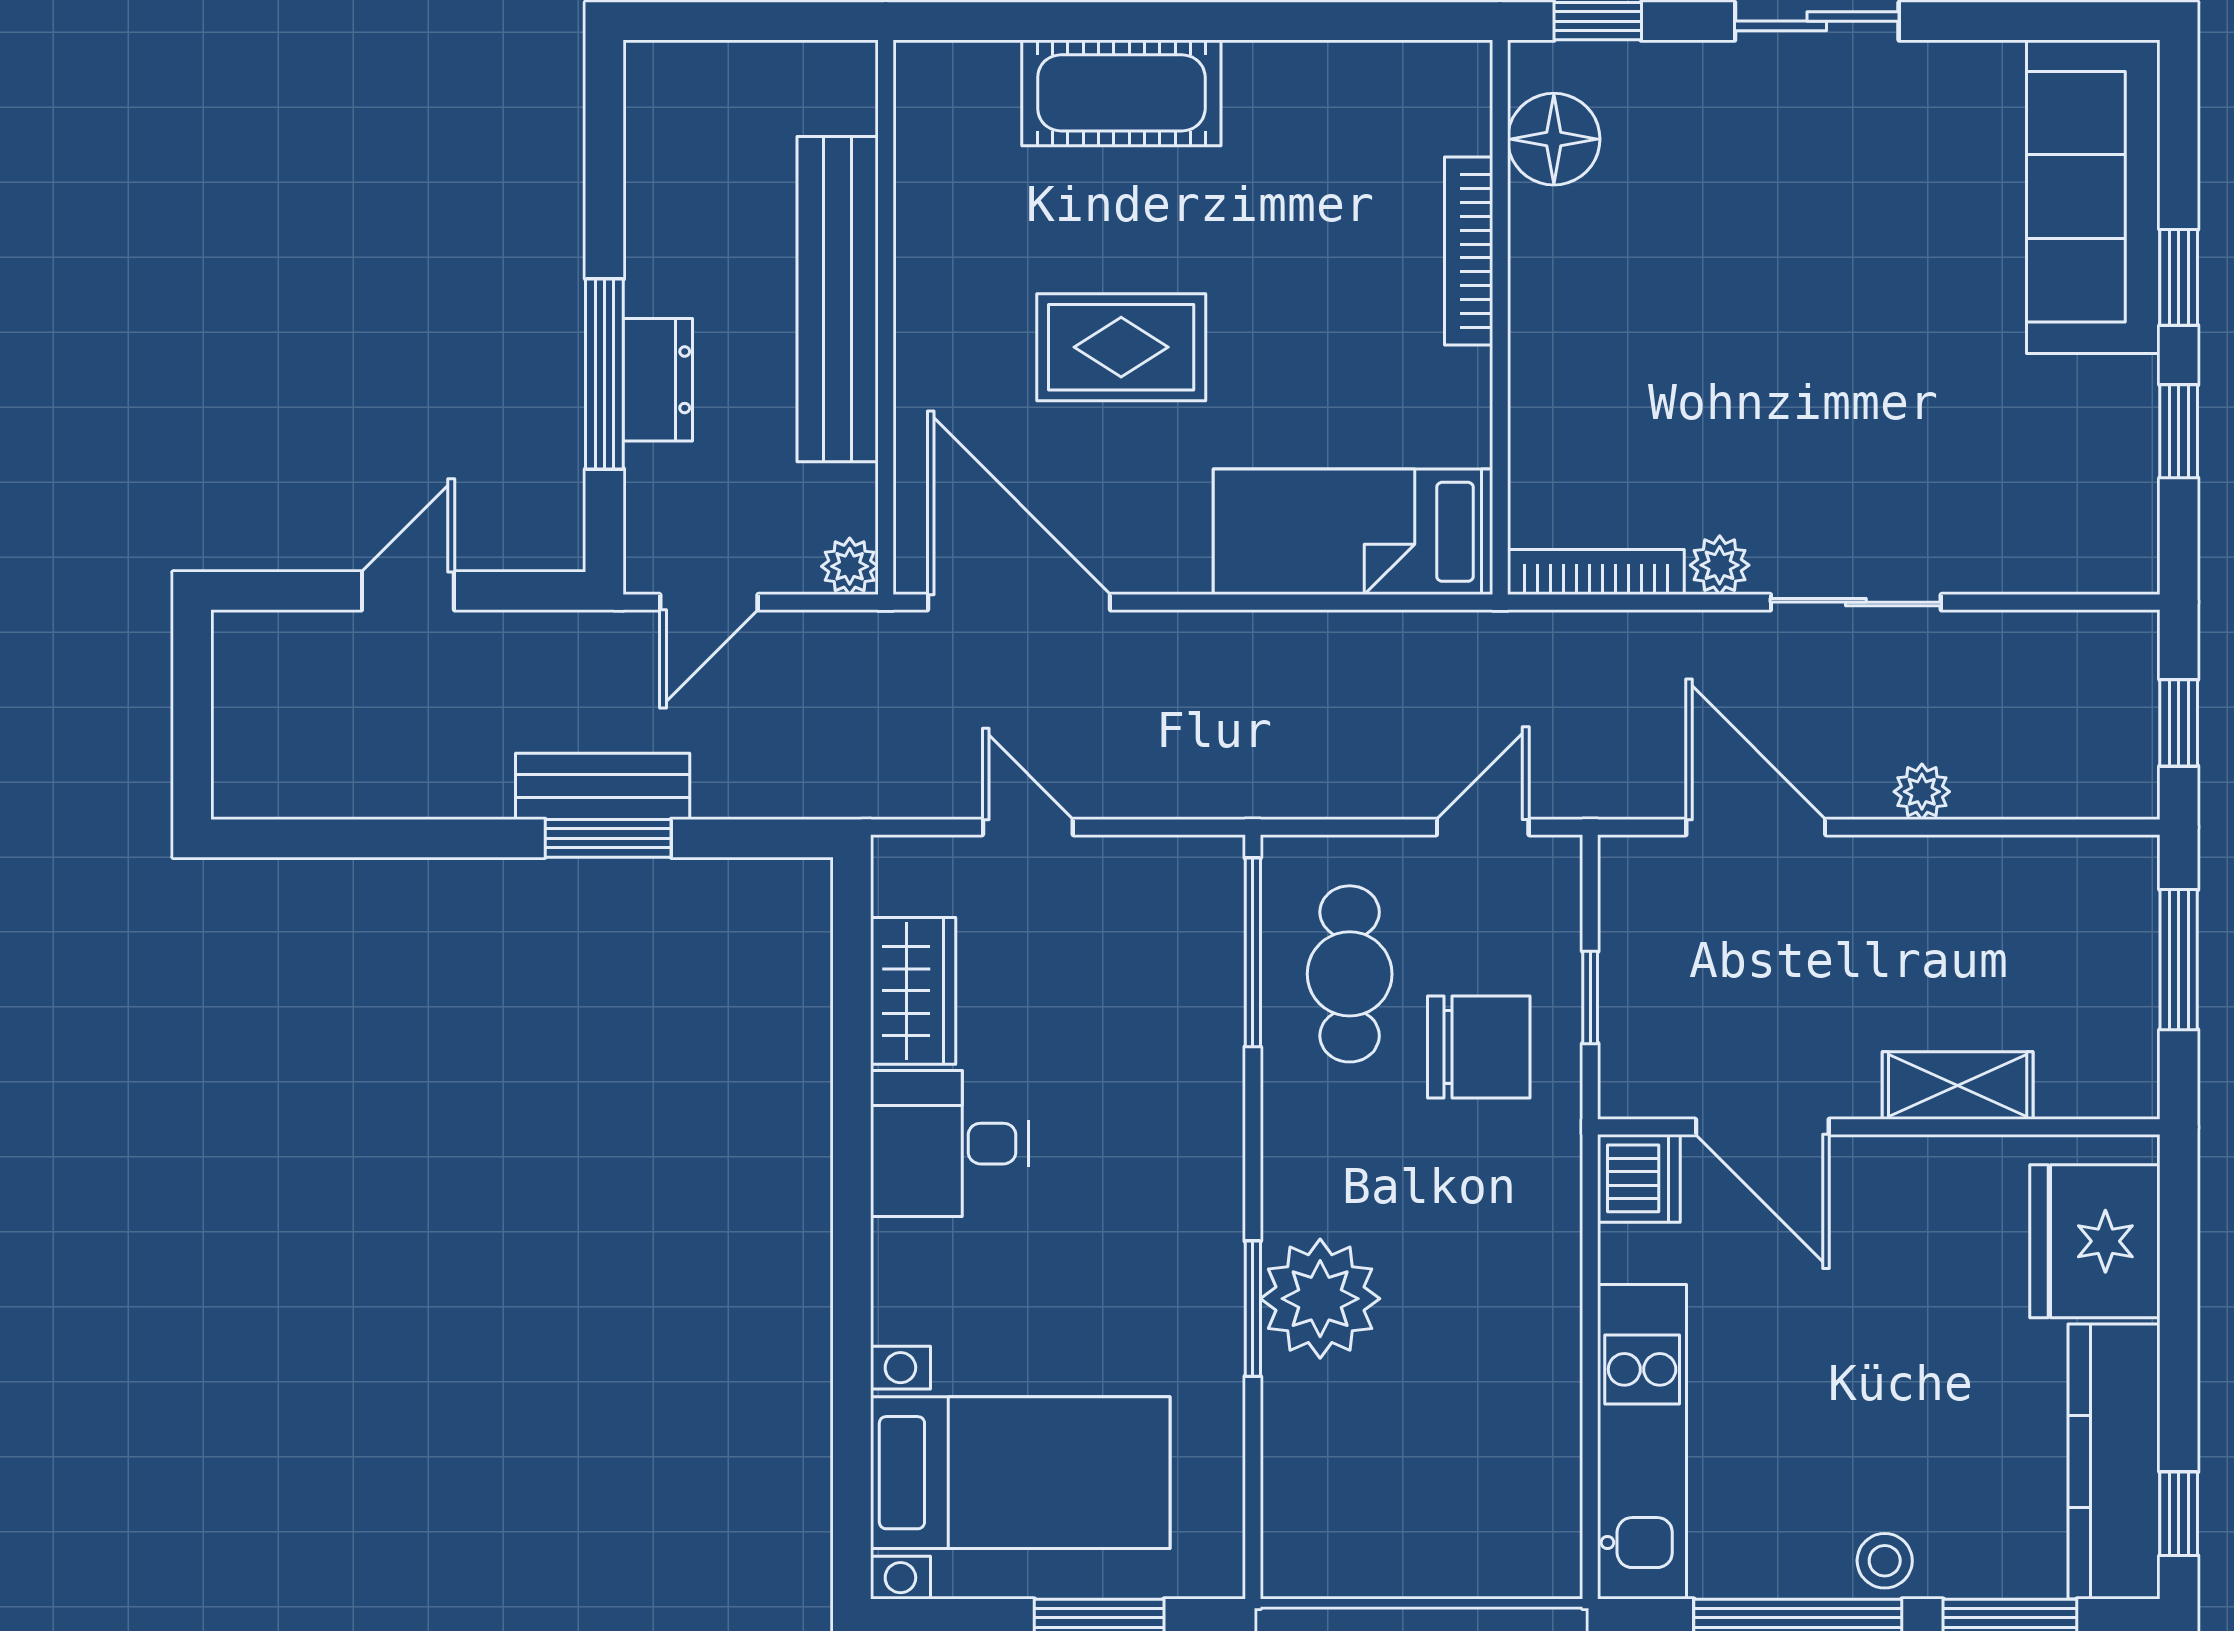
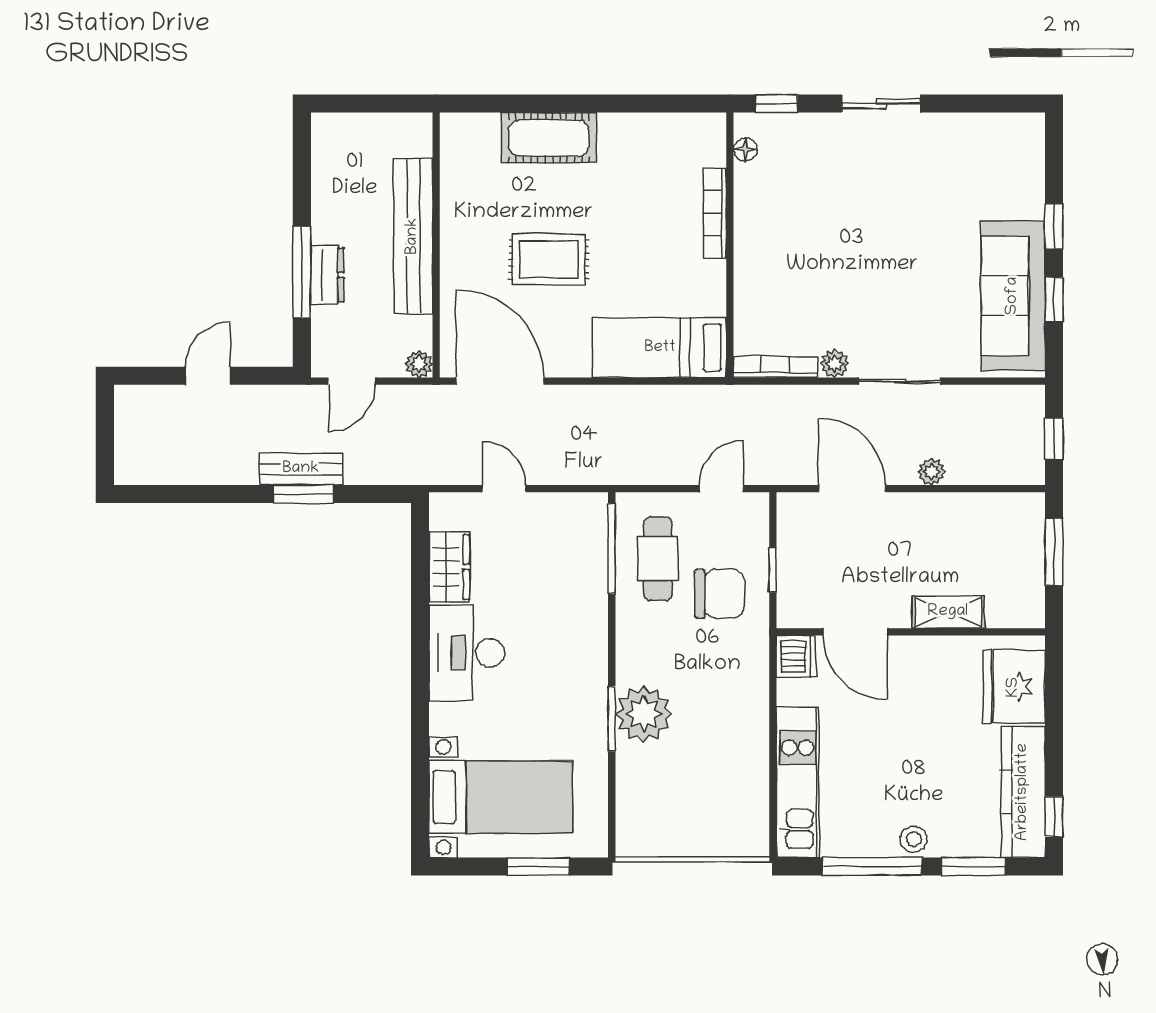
floor lamp: (1554, 139) -> (745, 150), width x0.53, depth x0.53
sofa: (2093, 197) -> (1013, 296), moved
desk: (949, 1144) -> (467, 653), width x1.37

